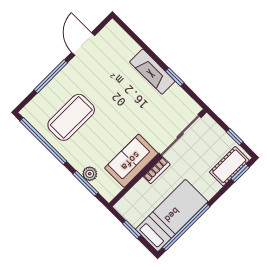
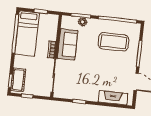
fireplace: (152, 72) -> (113, 98), moved
coffee table: (71, 117) -> (113, 42), turned 90

